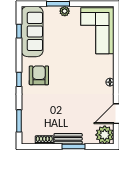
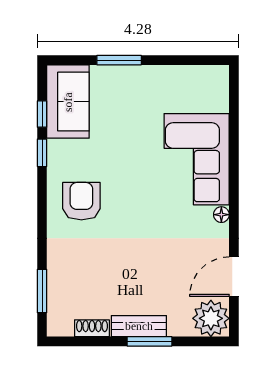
plant: (65, 11) -> (132, 75), removed
sofa: (32, 31) -> (68, 102), width x0.73
corner sofa: (97, 31) -> (197, 159), moved
window: (19, 79) -> (42, 153), moved

